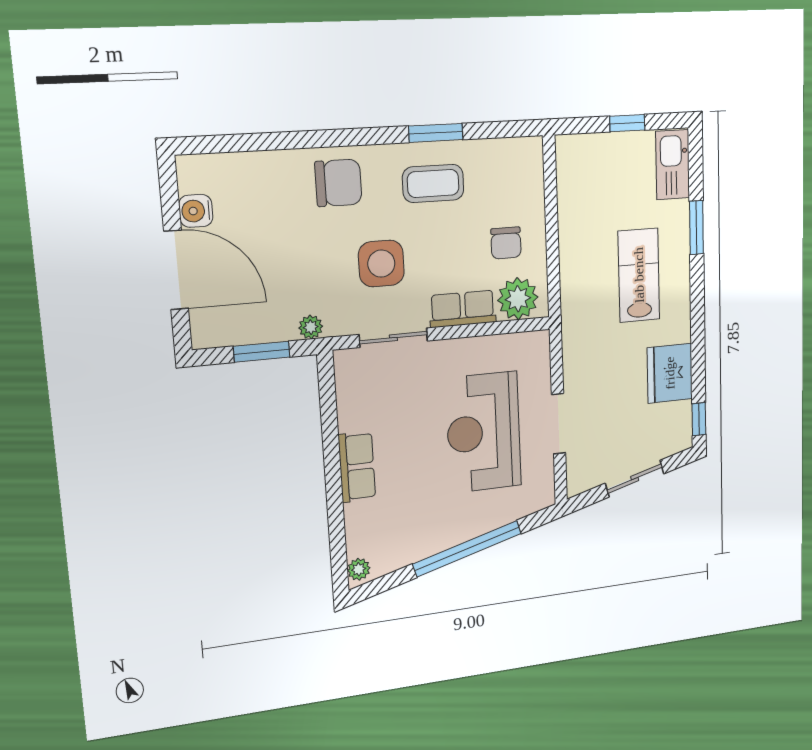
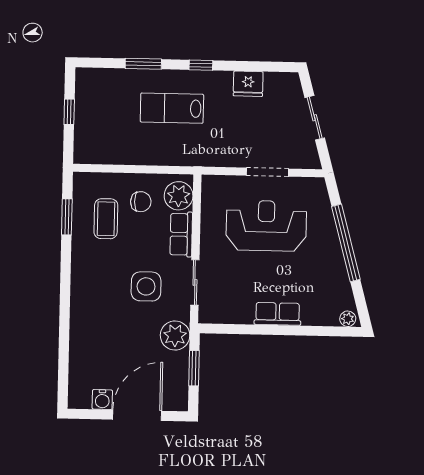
window: (436, 133) -> (67, 217), moved
kitchen sink: (673, 165) -> (99, 80), removed
chair: (338, 183) -> (93, 310), removed
coffee table: (433, 183) -> (106, 219), moved
plant: (311, 327) -> (175, 336), width x1.87, depth x1.87
fridge: (670, 373) -> (248, 84), width x0.73, depth x0.75
window: (699, 419) -> (201, 65), moved
reception desk: (484, 432) -> (266, 226), turned 180

